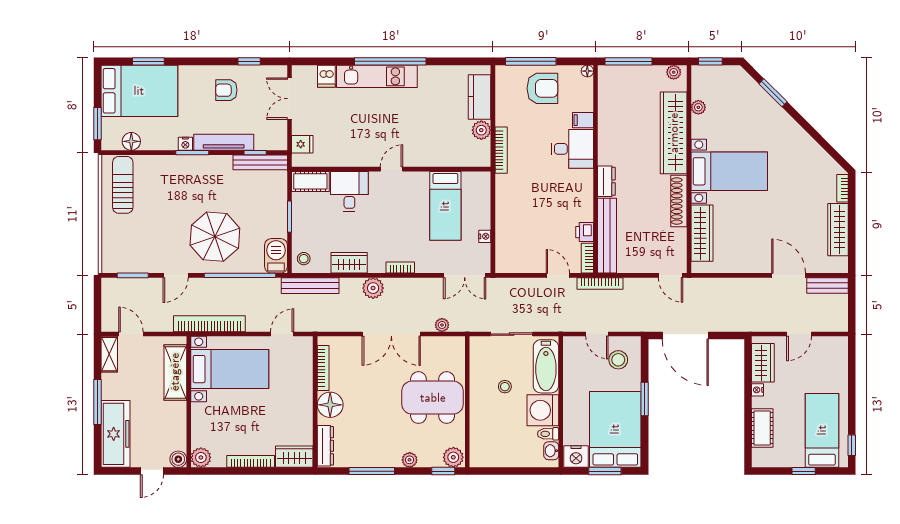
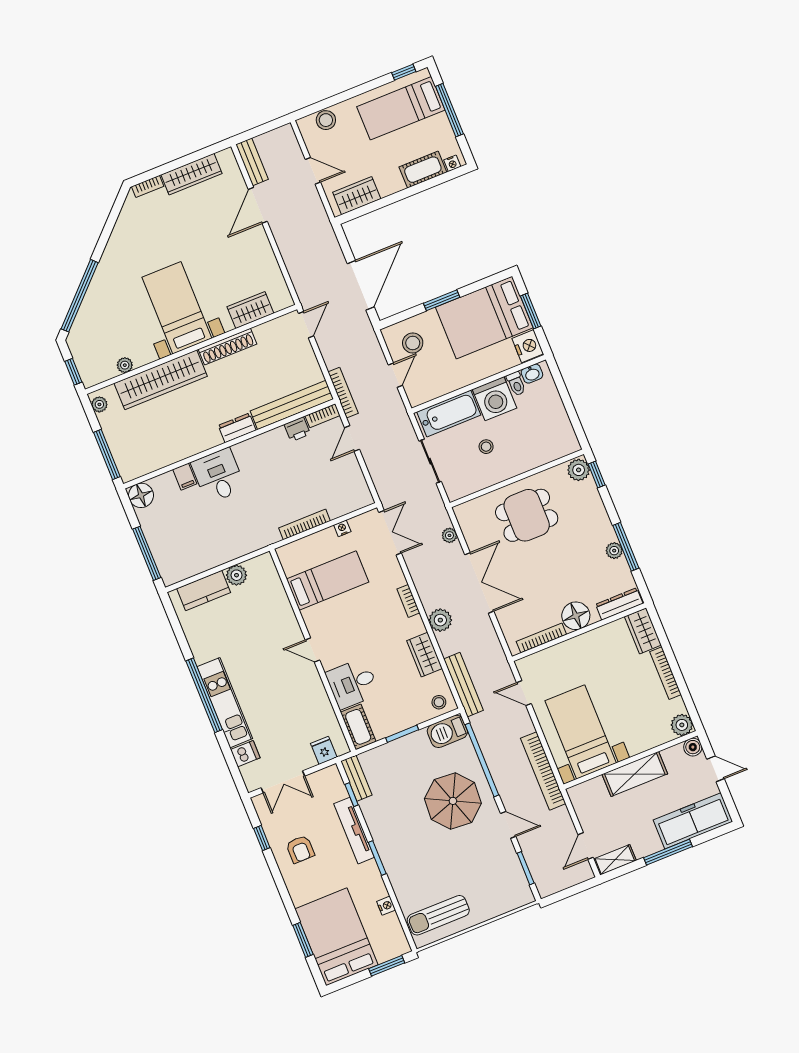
floor lamp: (587, 71) -> (141, 495), width x1.89, depth x1.89
armchair: (542, 88) -> (169, 531), removed
window: (773, 93) -> (80, 296), width x2.11
floor lamp: (131, 141) -> (391, 924), removed
nightstand: (185, 144) -> (386, 906), moved
bookcase: (501, 150) -> (304, 524), moved
bench: (260, 162) -> (356, 778), width x0.73
wardrobe: (702, 233) -> (250, 310), width x0.67
stool: (838, 363) -> (326, 120), added
shelving: (175, 372) -> (635, 774), moved
nightstand: (758, 390) -> (452, 163), moved
dining table: (433, 398) -> (527, 515), width x0.73
plant: (410, 460) -> (614, 551), moved
window: (804, 471) -> (449, 110), width x2.17

